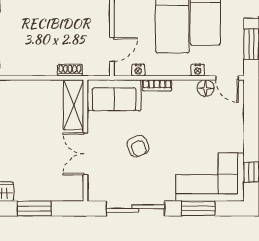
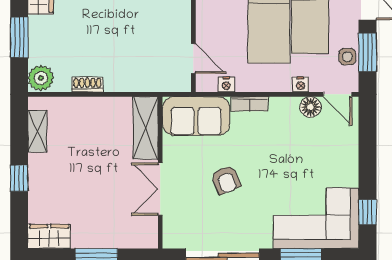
side table: (235, 48) -> (347, 57), added
door: (112, 49) -> (193, 59), hinge flipped
shoe rack: (70, 70) -> (87, 85), moved

